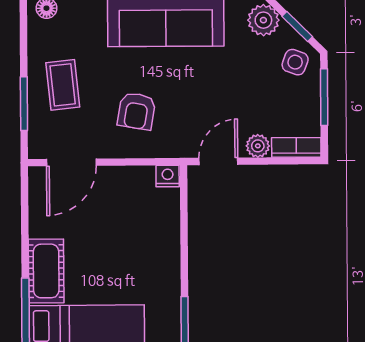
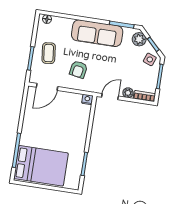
cot: (46, 271) -> (29, 132), removed

